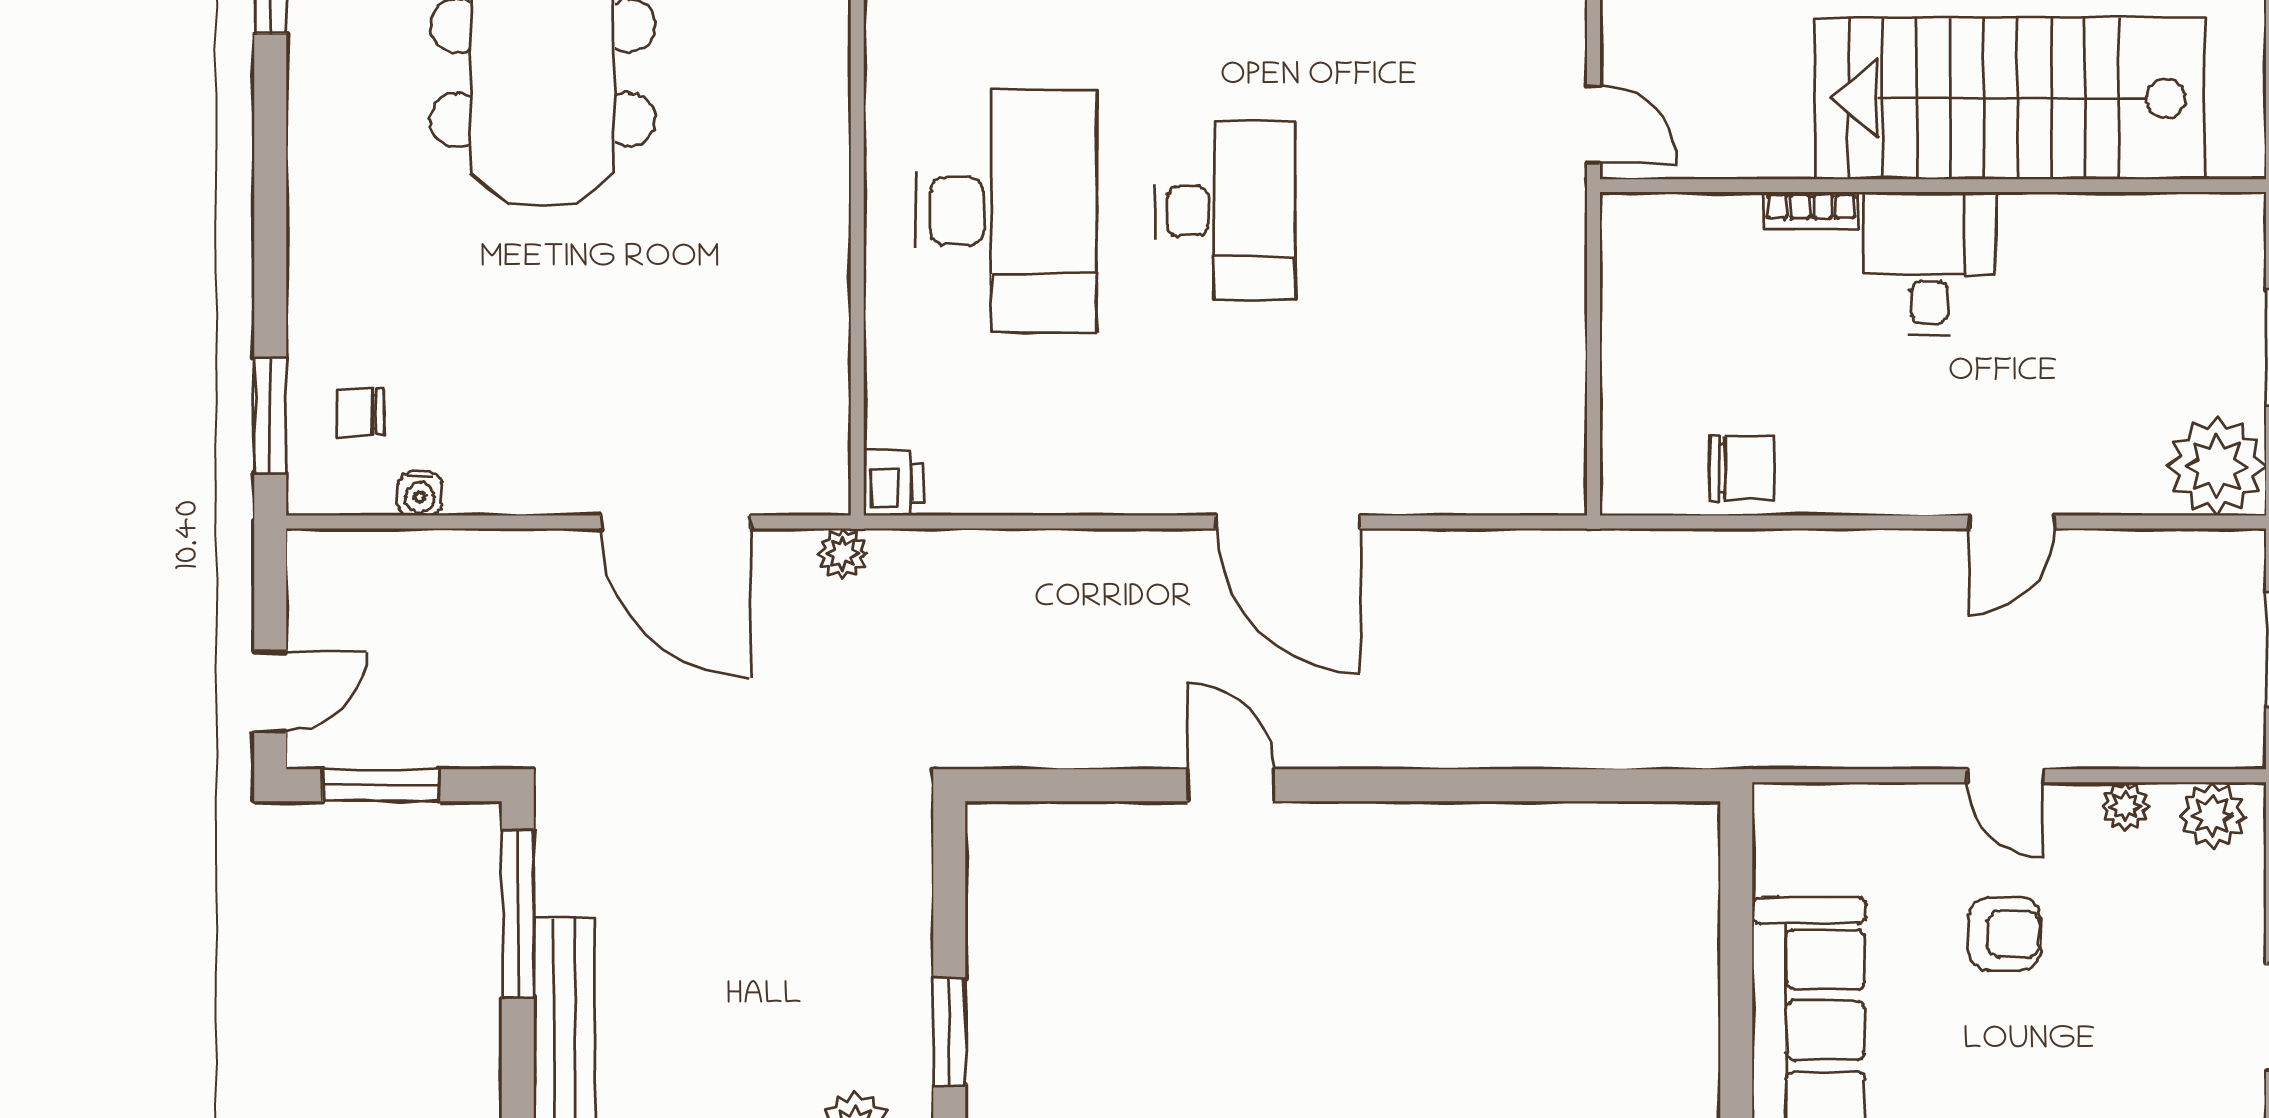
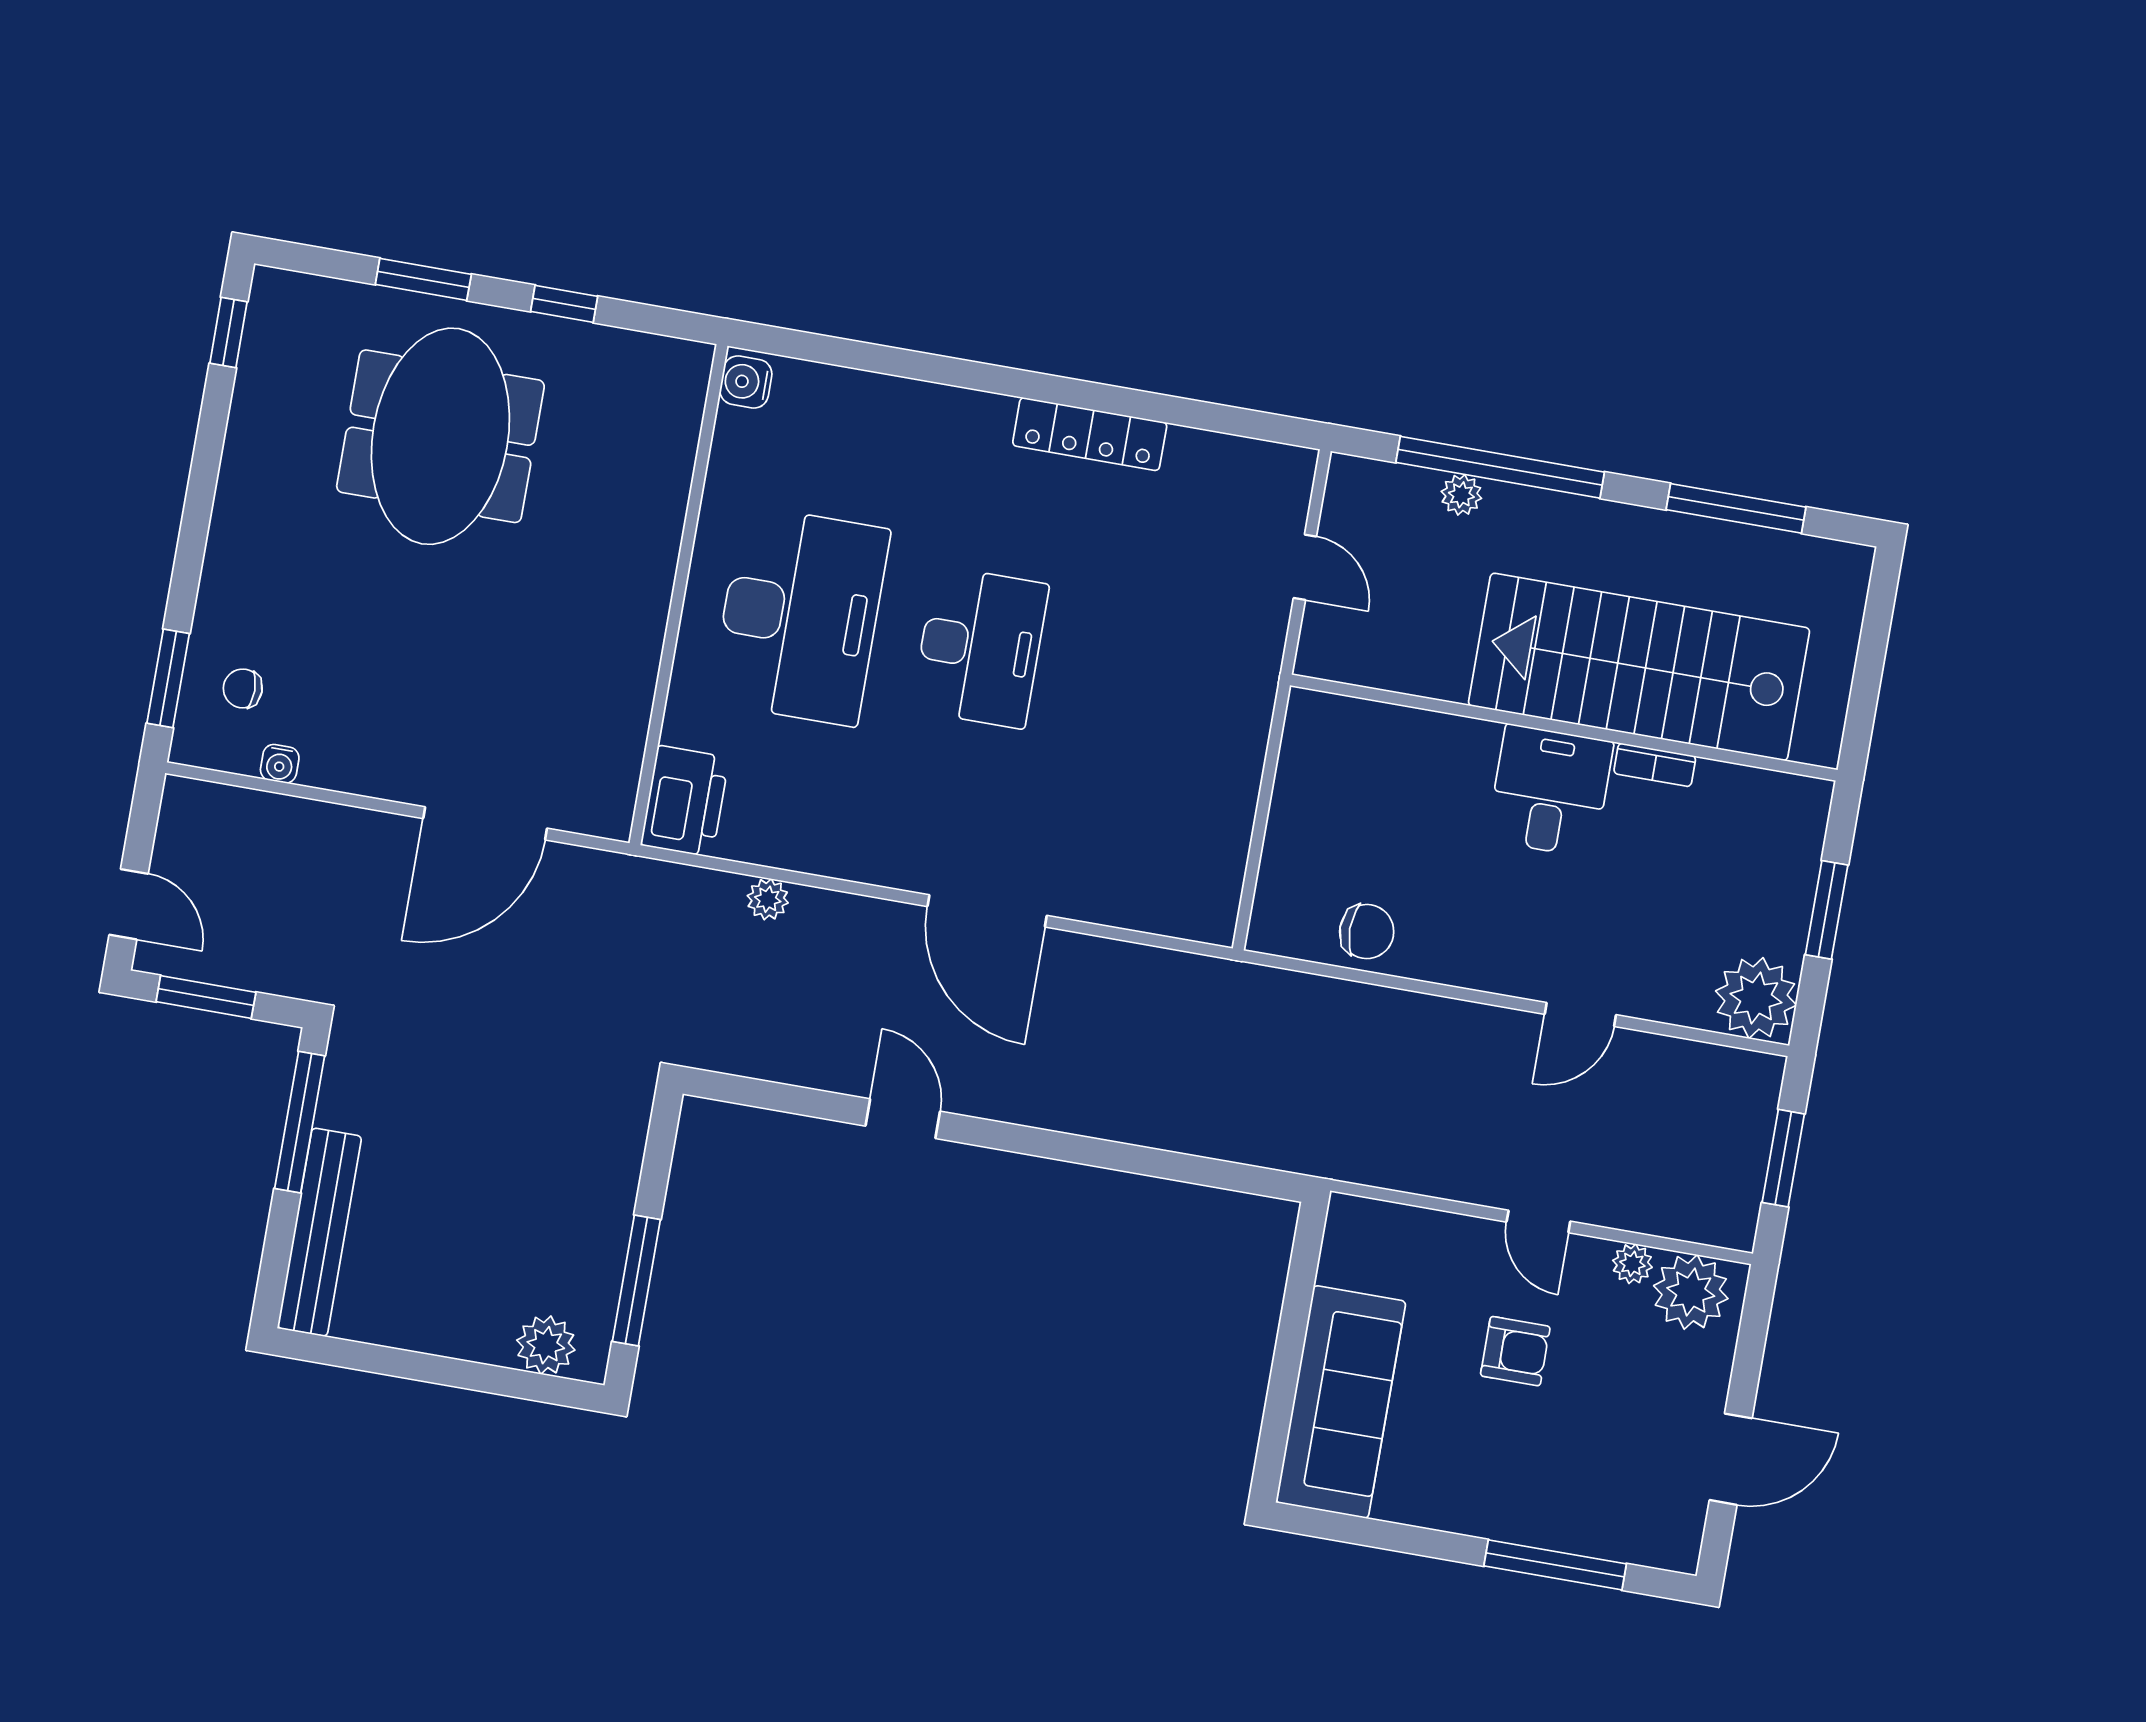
door: (1593, 125) -> (1305, 567), moved
bookcase: (1811, 211) -> (1655, 765), moved
printer: (893, 483) -> (685, 801), width x1.87, depth x1.48
door: (676, 522) -> (485, 823), hinge flipped
plant: (843, 553) -> (768, 899), moved
door: (270, 691) -> (129, 904), hinge flipped
plant: (2212, 816) -> (1691, 1292), width x1.36, depth x1.36
window: (949, 1032) -> (636, 1281), width x1.44

